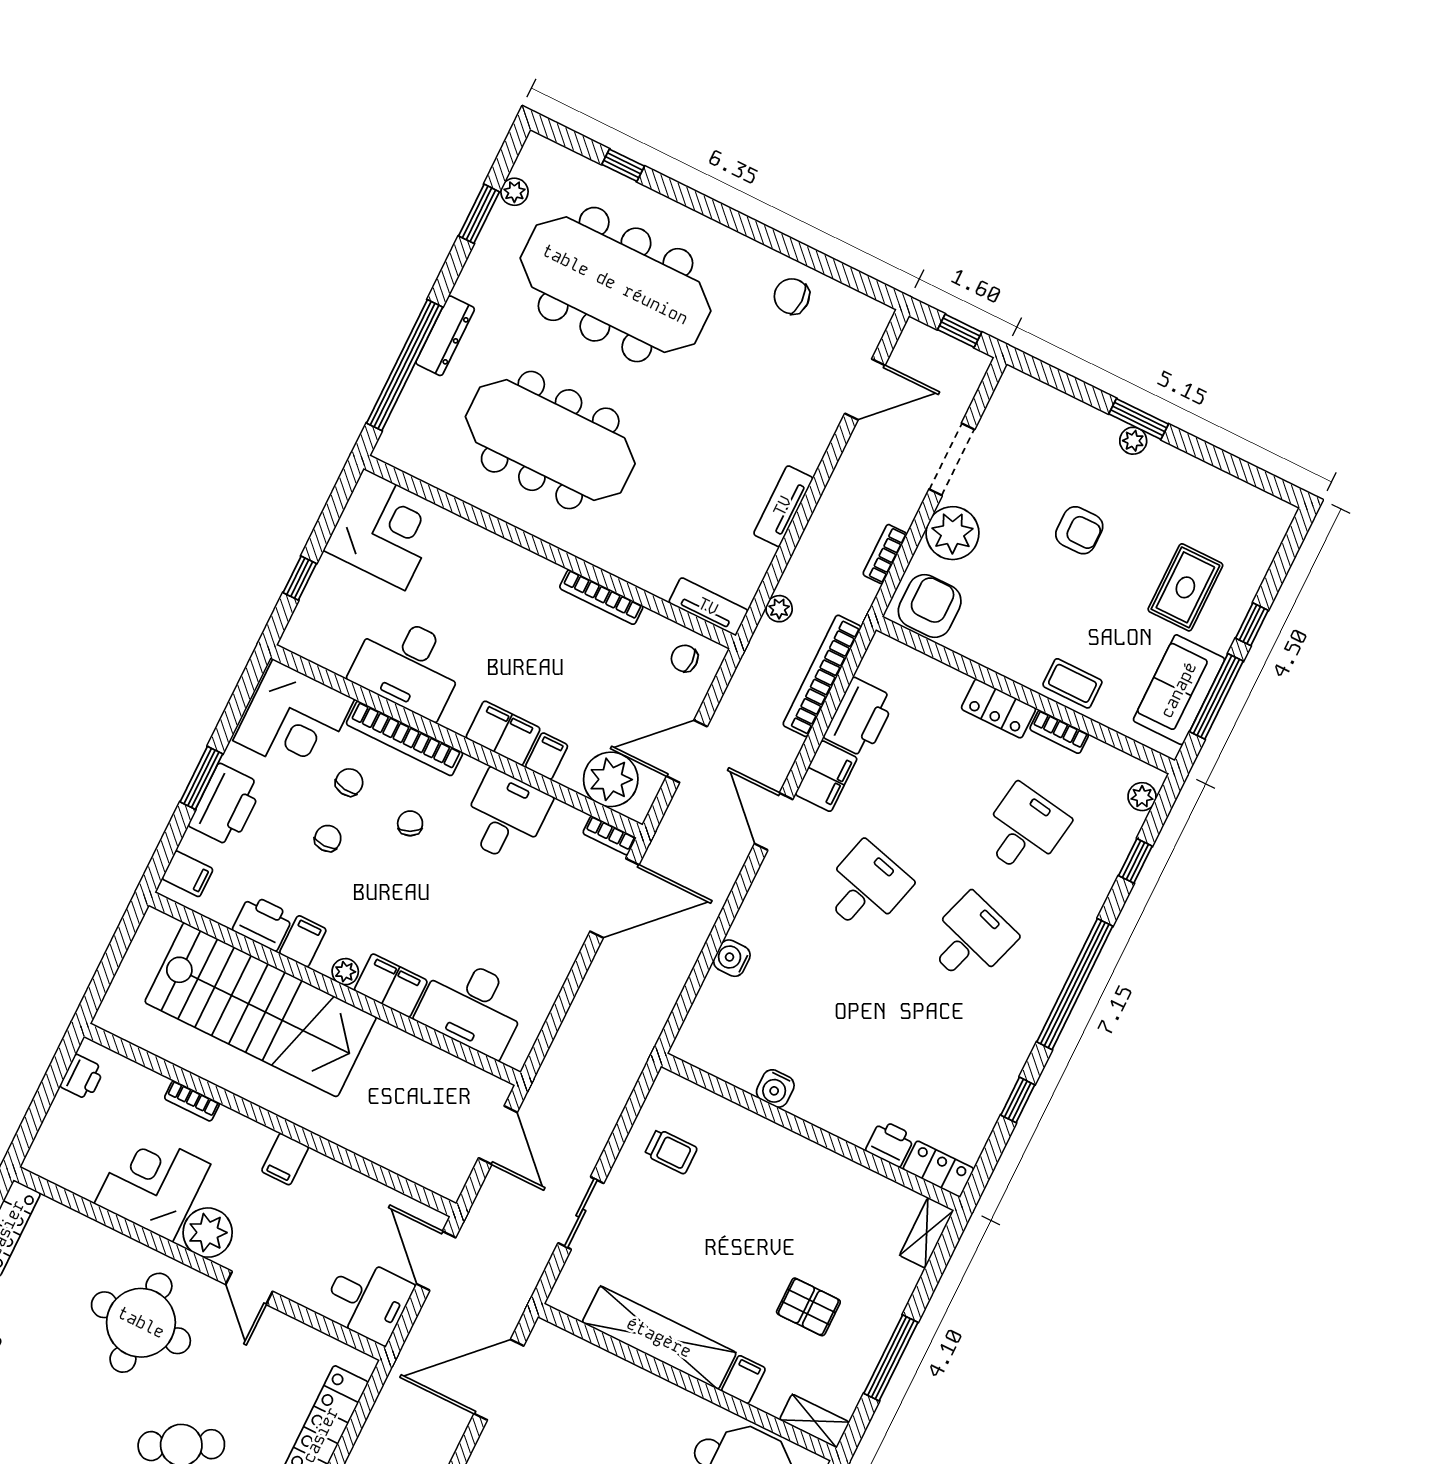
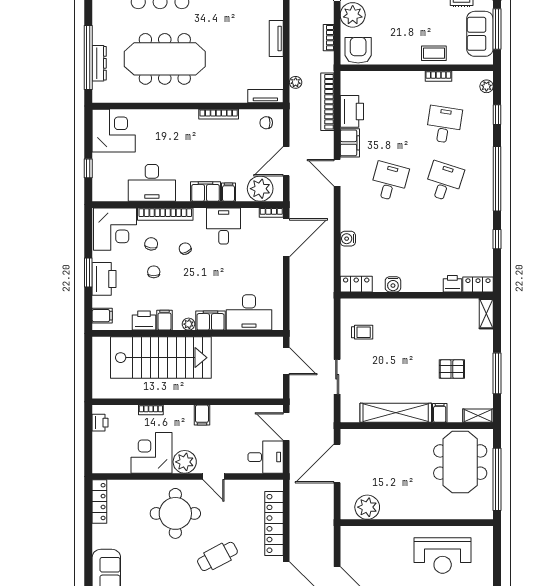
dresser: (445, 336) -> (99, 63), moved
locker: (998, 709) -> (356, 284), moved, turned 180

